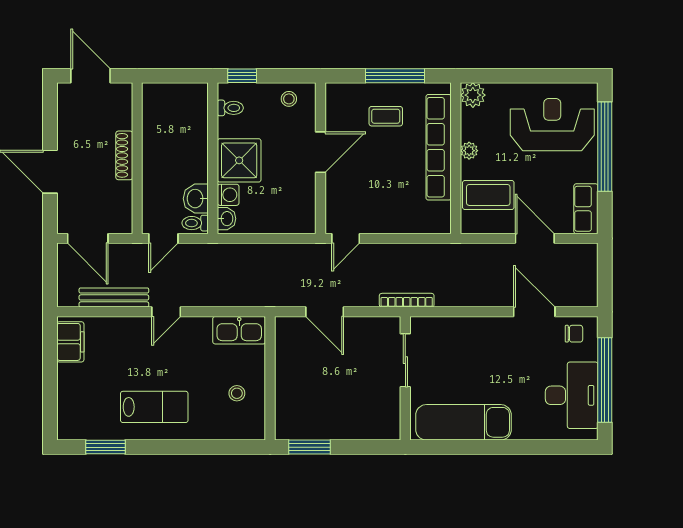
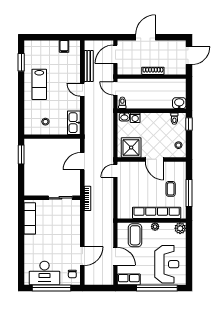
shower: (239, 160) -> (131, 148), moved
washbasin: (196, 199) -> (179, 103), moved
door: (346, 238) -> (115, 171), hinge flipped
door: (535, 238) -> (115, 256), hinge flipped
filing cabinet: (70, 342) -> (64, 46), width x0.50
exam couch: (464, 422) -> (30, 218), width x0.73, depth x0.69

